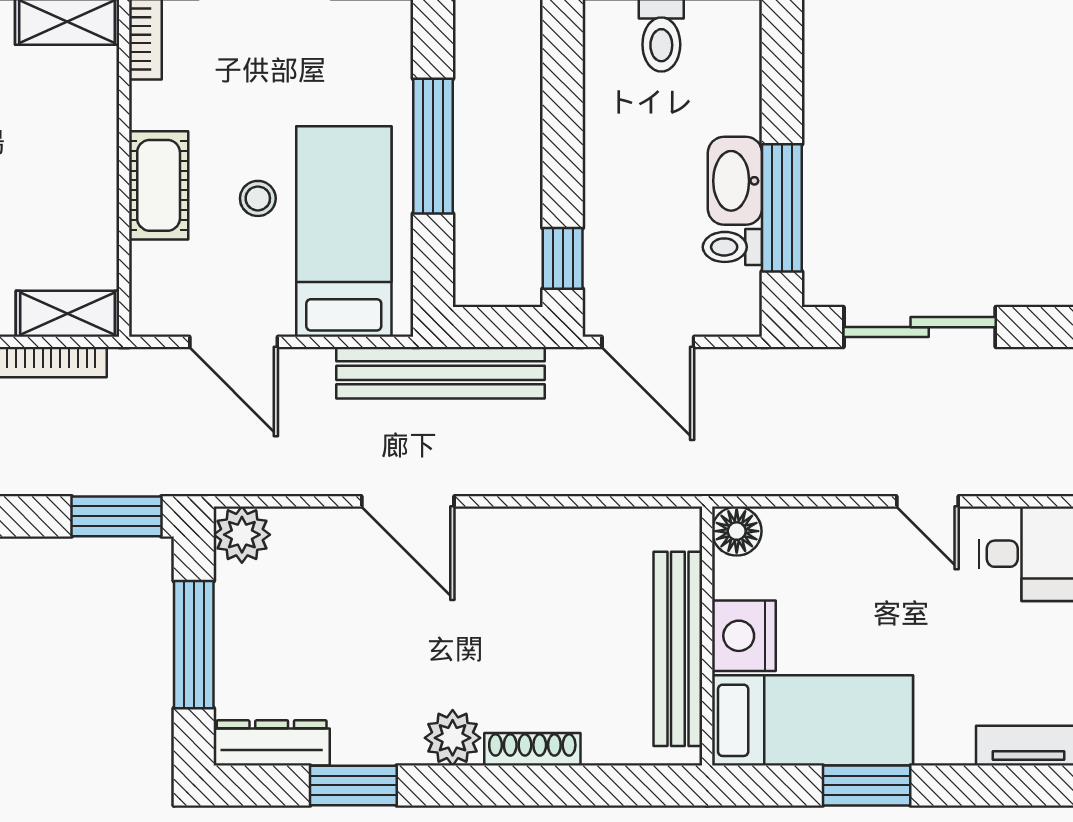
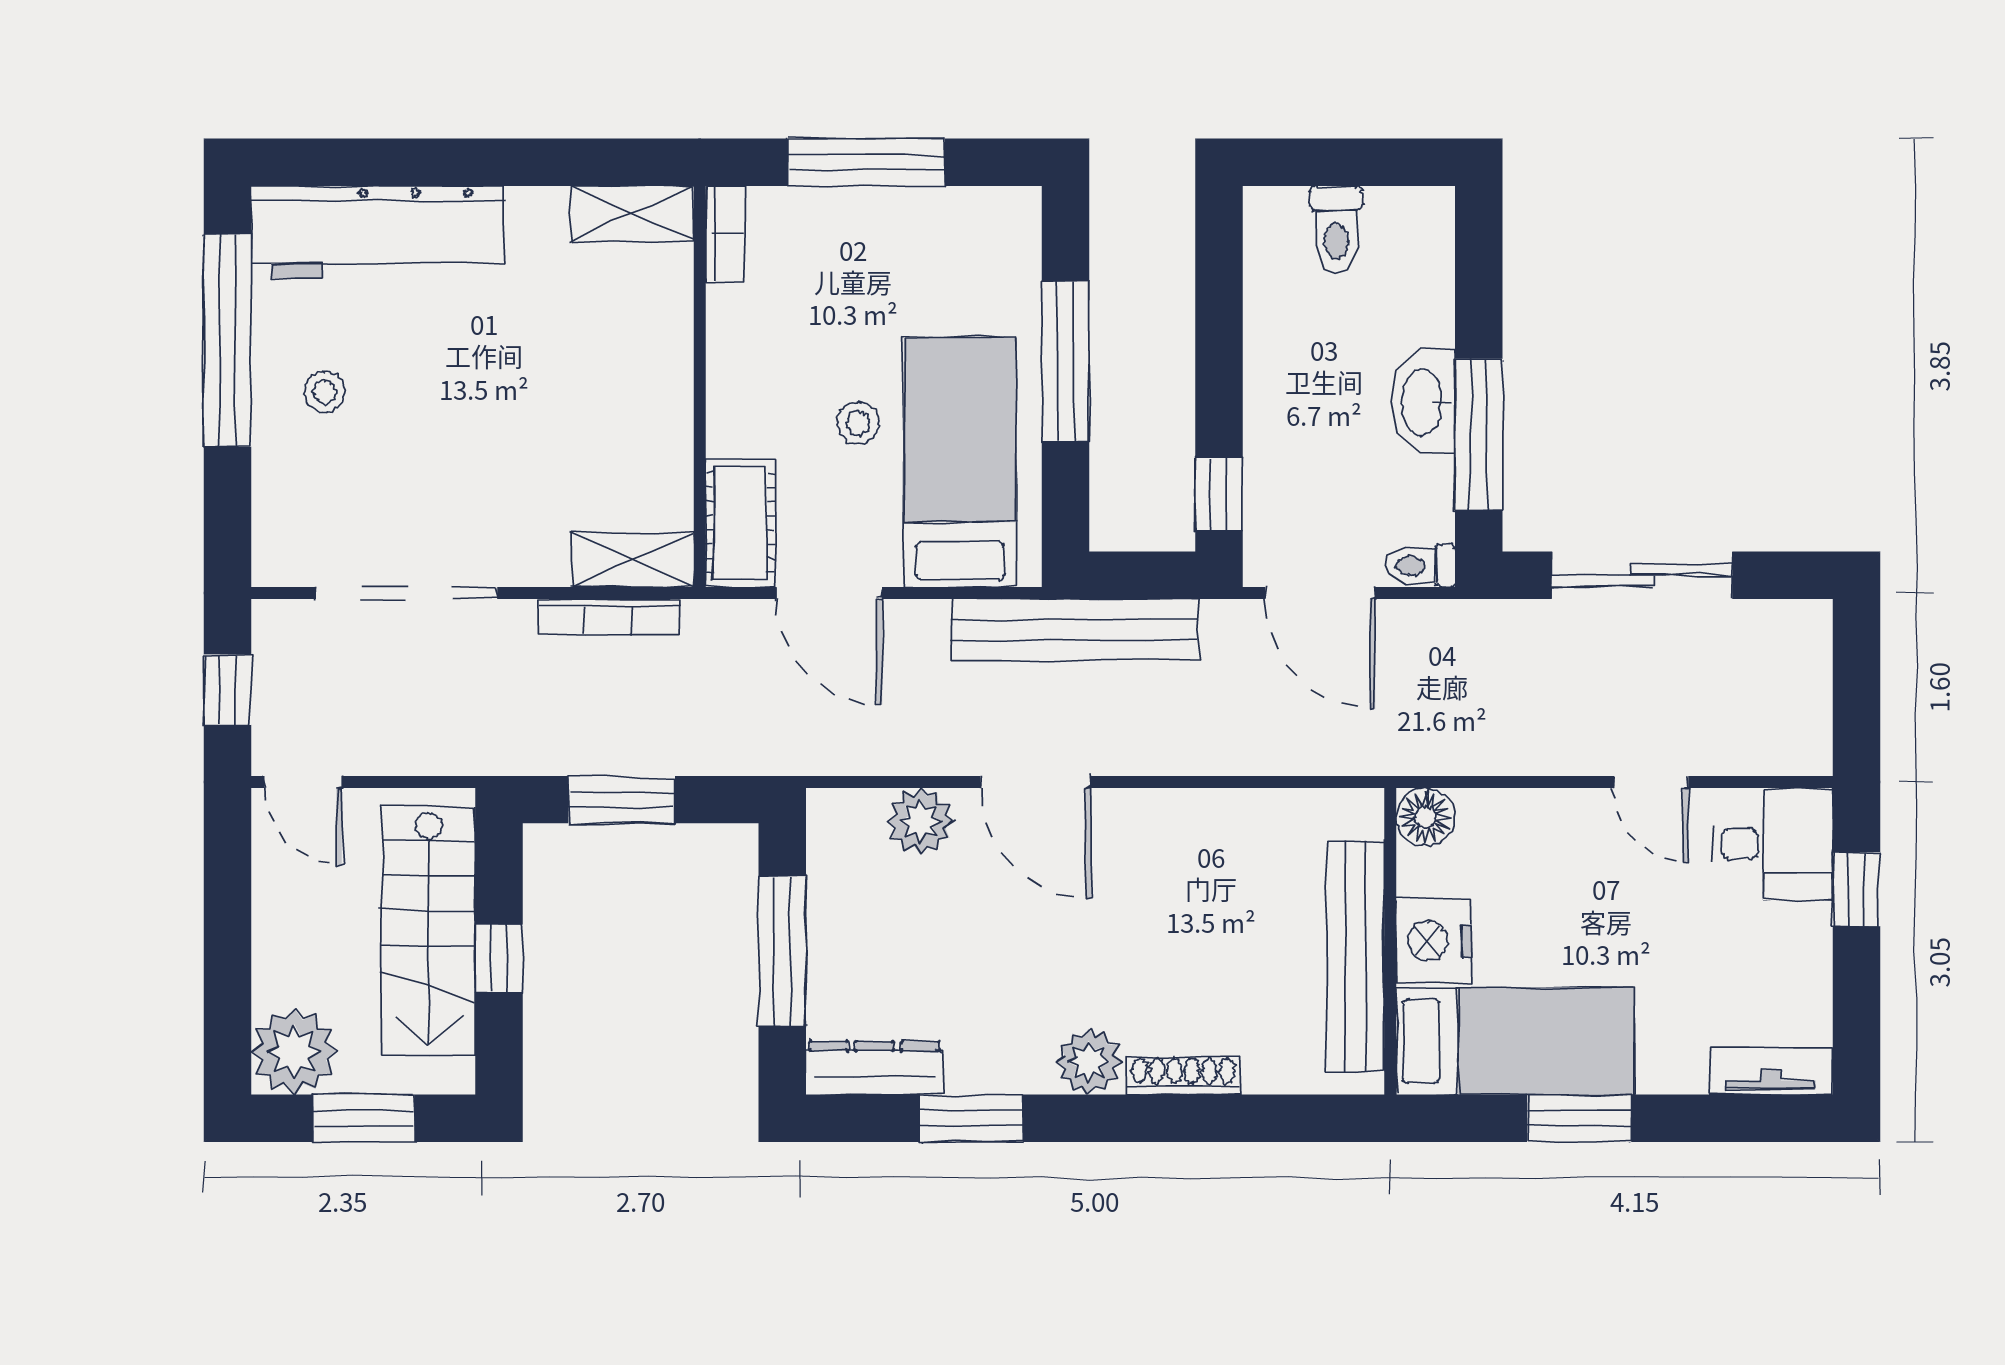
cot: (159, 185) -> (740, 523), moved
toilet: (732, 247) -> (1420, 566), moved
window: (116, 516) -> (622, 800), moved
plant: (242, 535) -> (921, 821), moved

